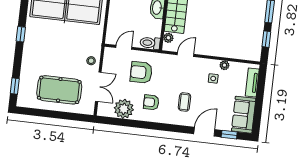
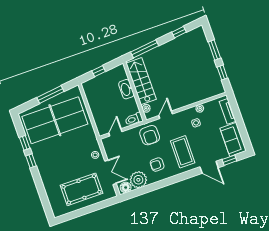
armchair: (141, 72) -> (150, 135), moved, turned -90
window: (15, 86) -> (25, 143), moved
coffee table: (184, 102) -> (183, 152), width x1.86, depth x1.72
floor lamp: (106, 110) -> (126, 187), added
door: (204, 132) -> (209, 167), swing flipped

